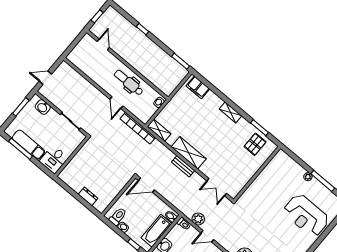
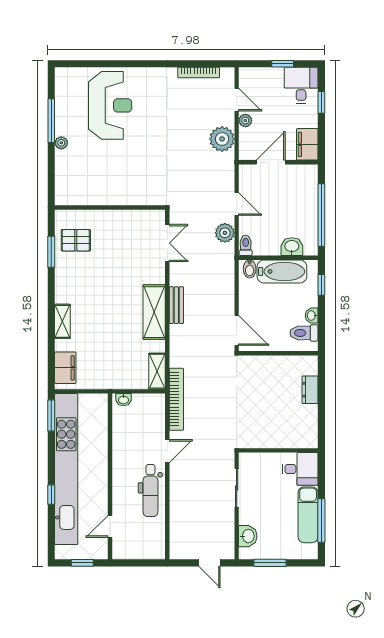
kitchen unit: (149, 47) -> (66, 469), added
dental chair: (129, 83) -> (150, 490), moved
shelving: (230, 112) -> (62, 321), moved

